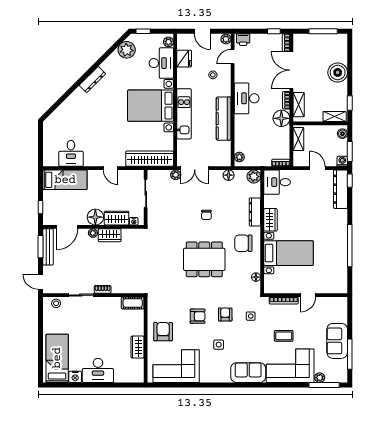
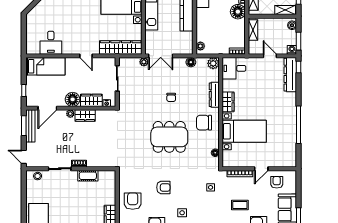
cot: (133, 303) -> (88, 176), moved
armchair: (225, 314) -> (277, 182), moved

